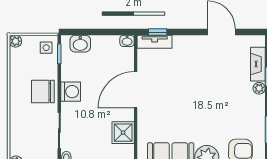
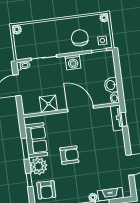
washbasin: (80, 44) -> (111, 85), moved
chair: (43, 91) -> (80, 38), moved
armchair: (197, 113) -> (69, 155), added

